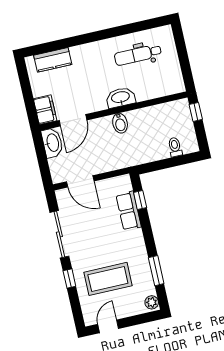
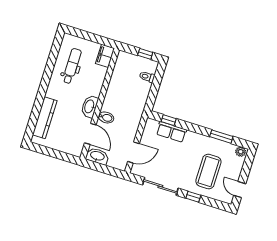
dental chair: (138, 55) -> (72, 66), turned 180
kitchen counter: (53, 60) -> (45, 118), width x1.50
washbasin: (121, 98) -> (90, 106), moved
filing cabinet: (45, 110) -> (105, 56), moved, turned -90
window: (196, 112) -> (145, 54), moved
bidet: (120, 123) -> (106, 117), moved

